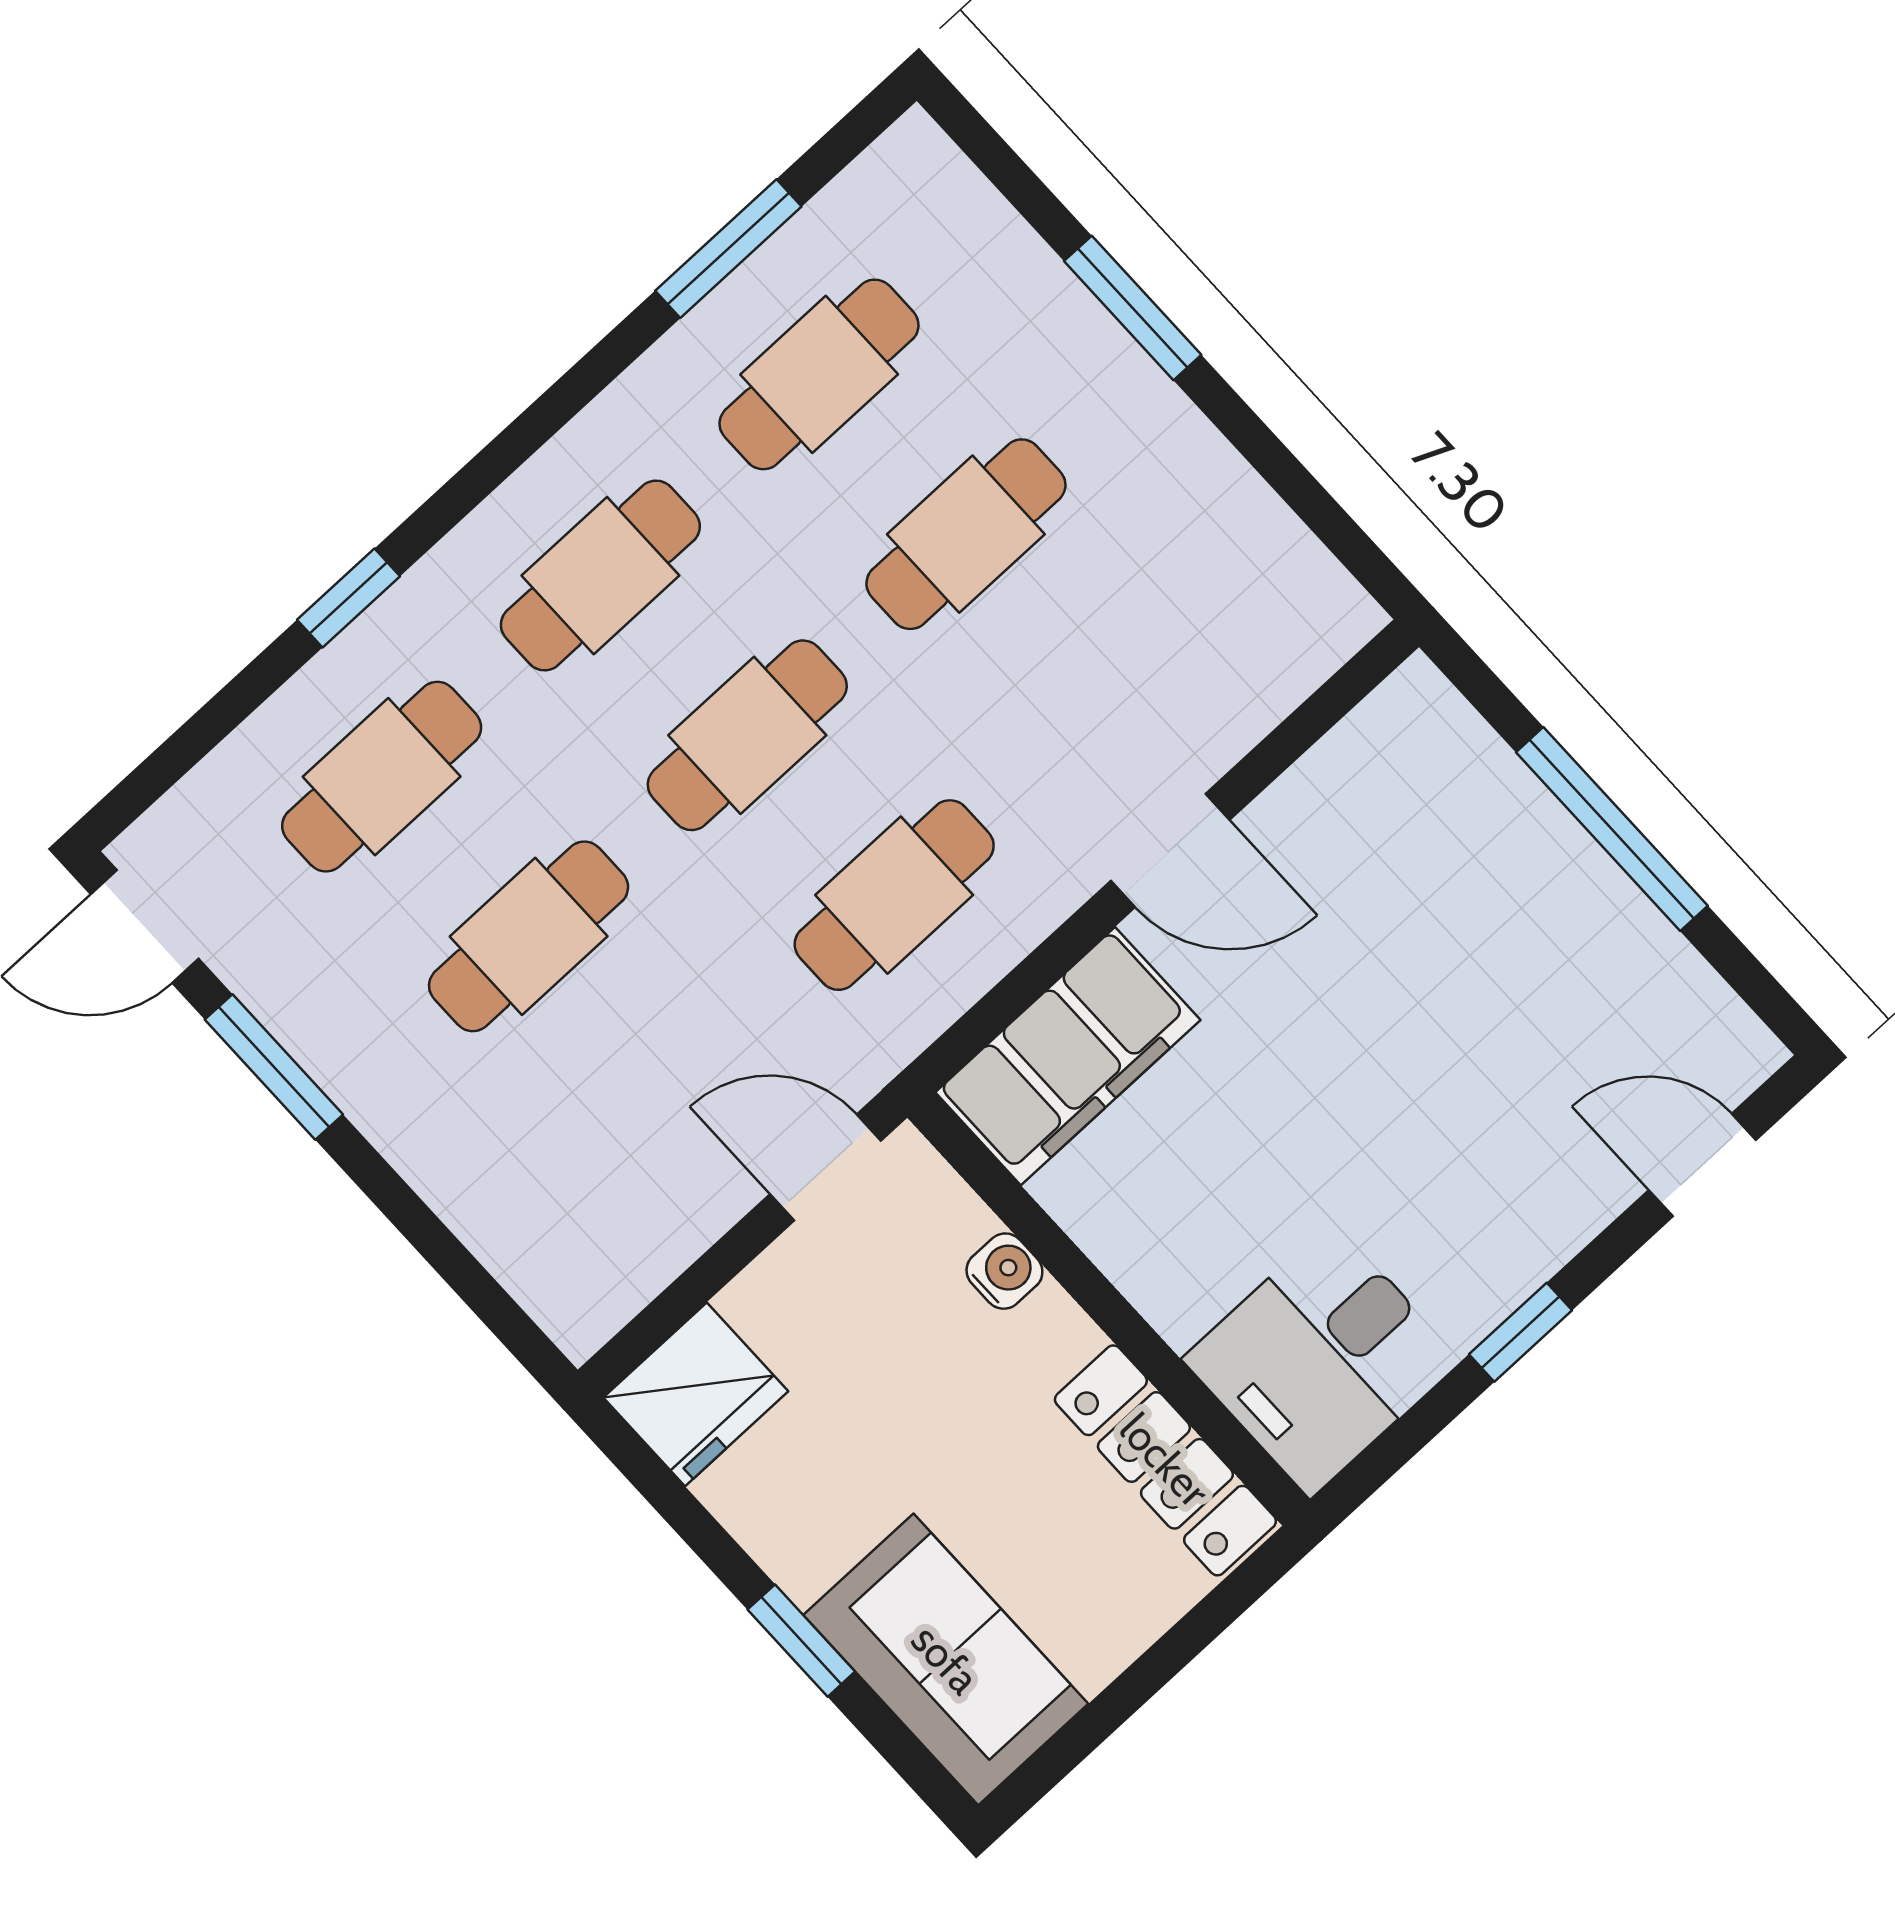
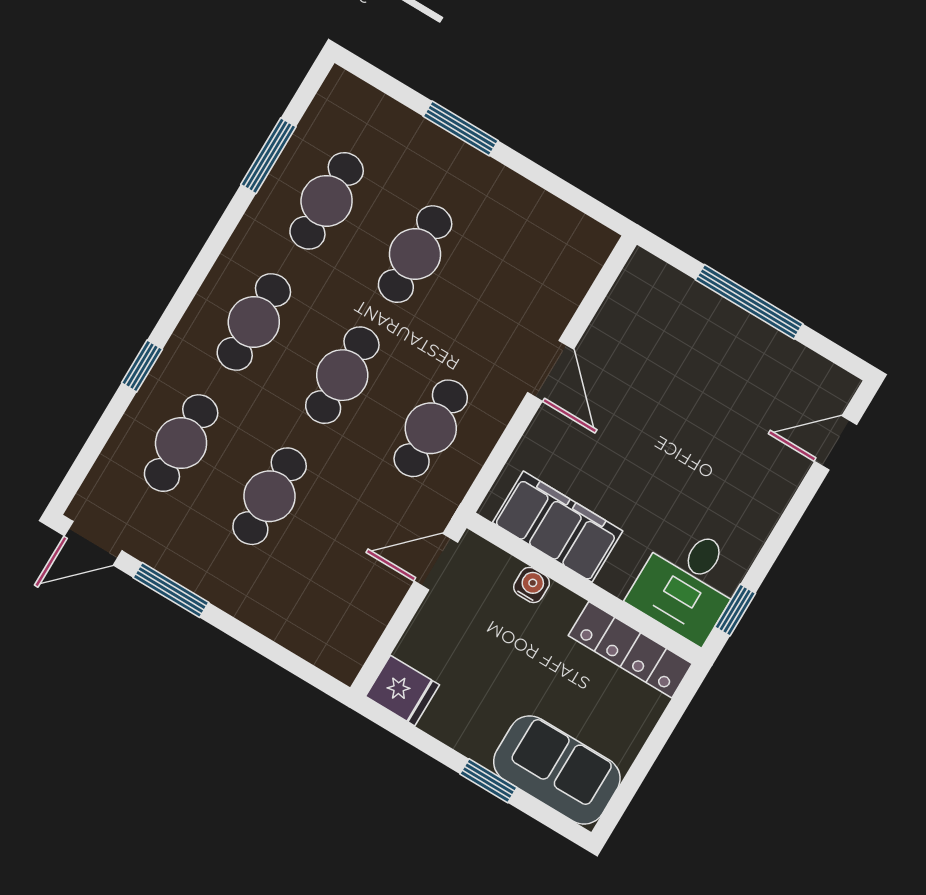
door: (1170, 850) -> (551, 371), hinge flipped
filing cabinet: (1068, 1056) -> (558, 527), moved, turned -90
window: (1520, 1332) -> (735, 610), moved
fridge: (696, 1394) -> (403, 691), width x0.72

